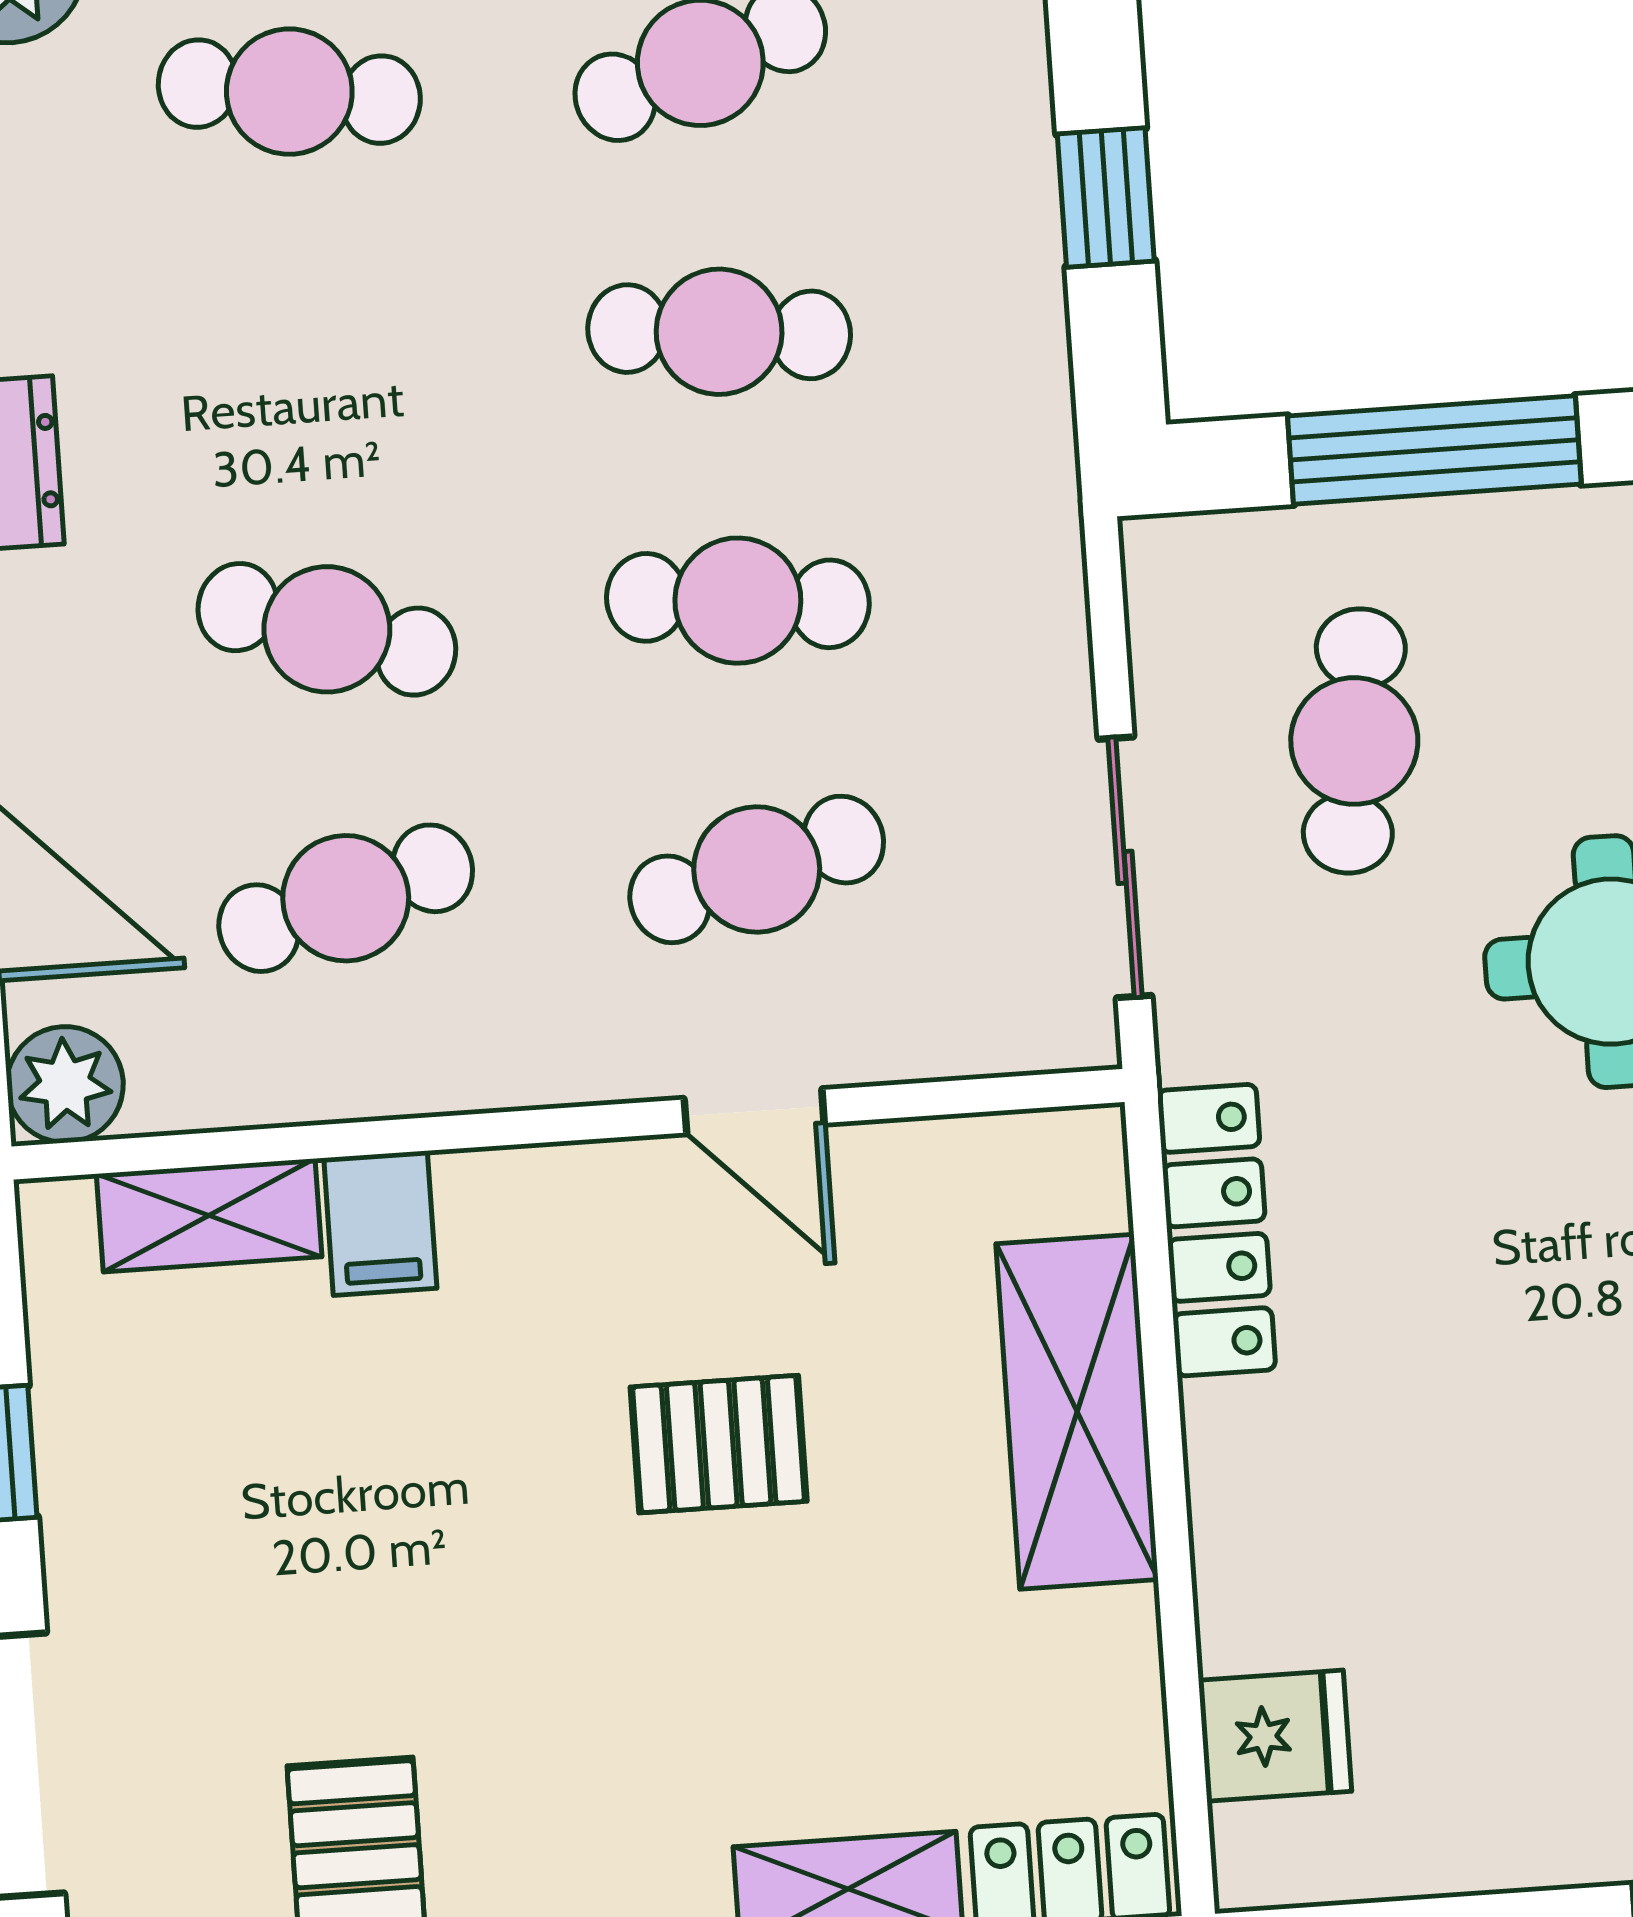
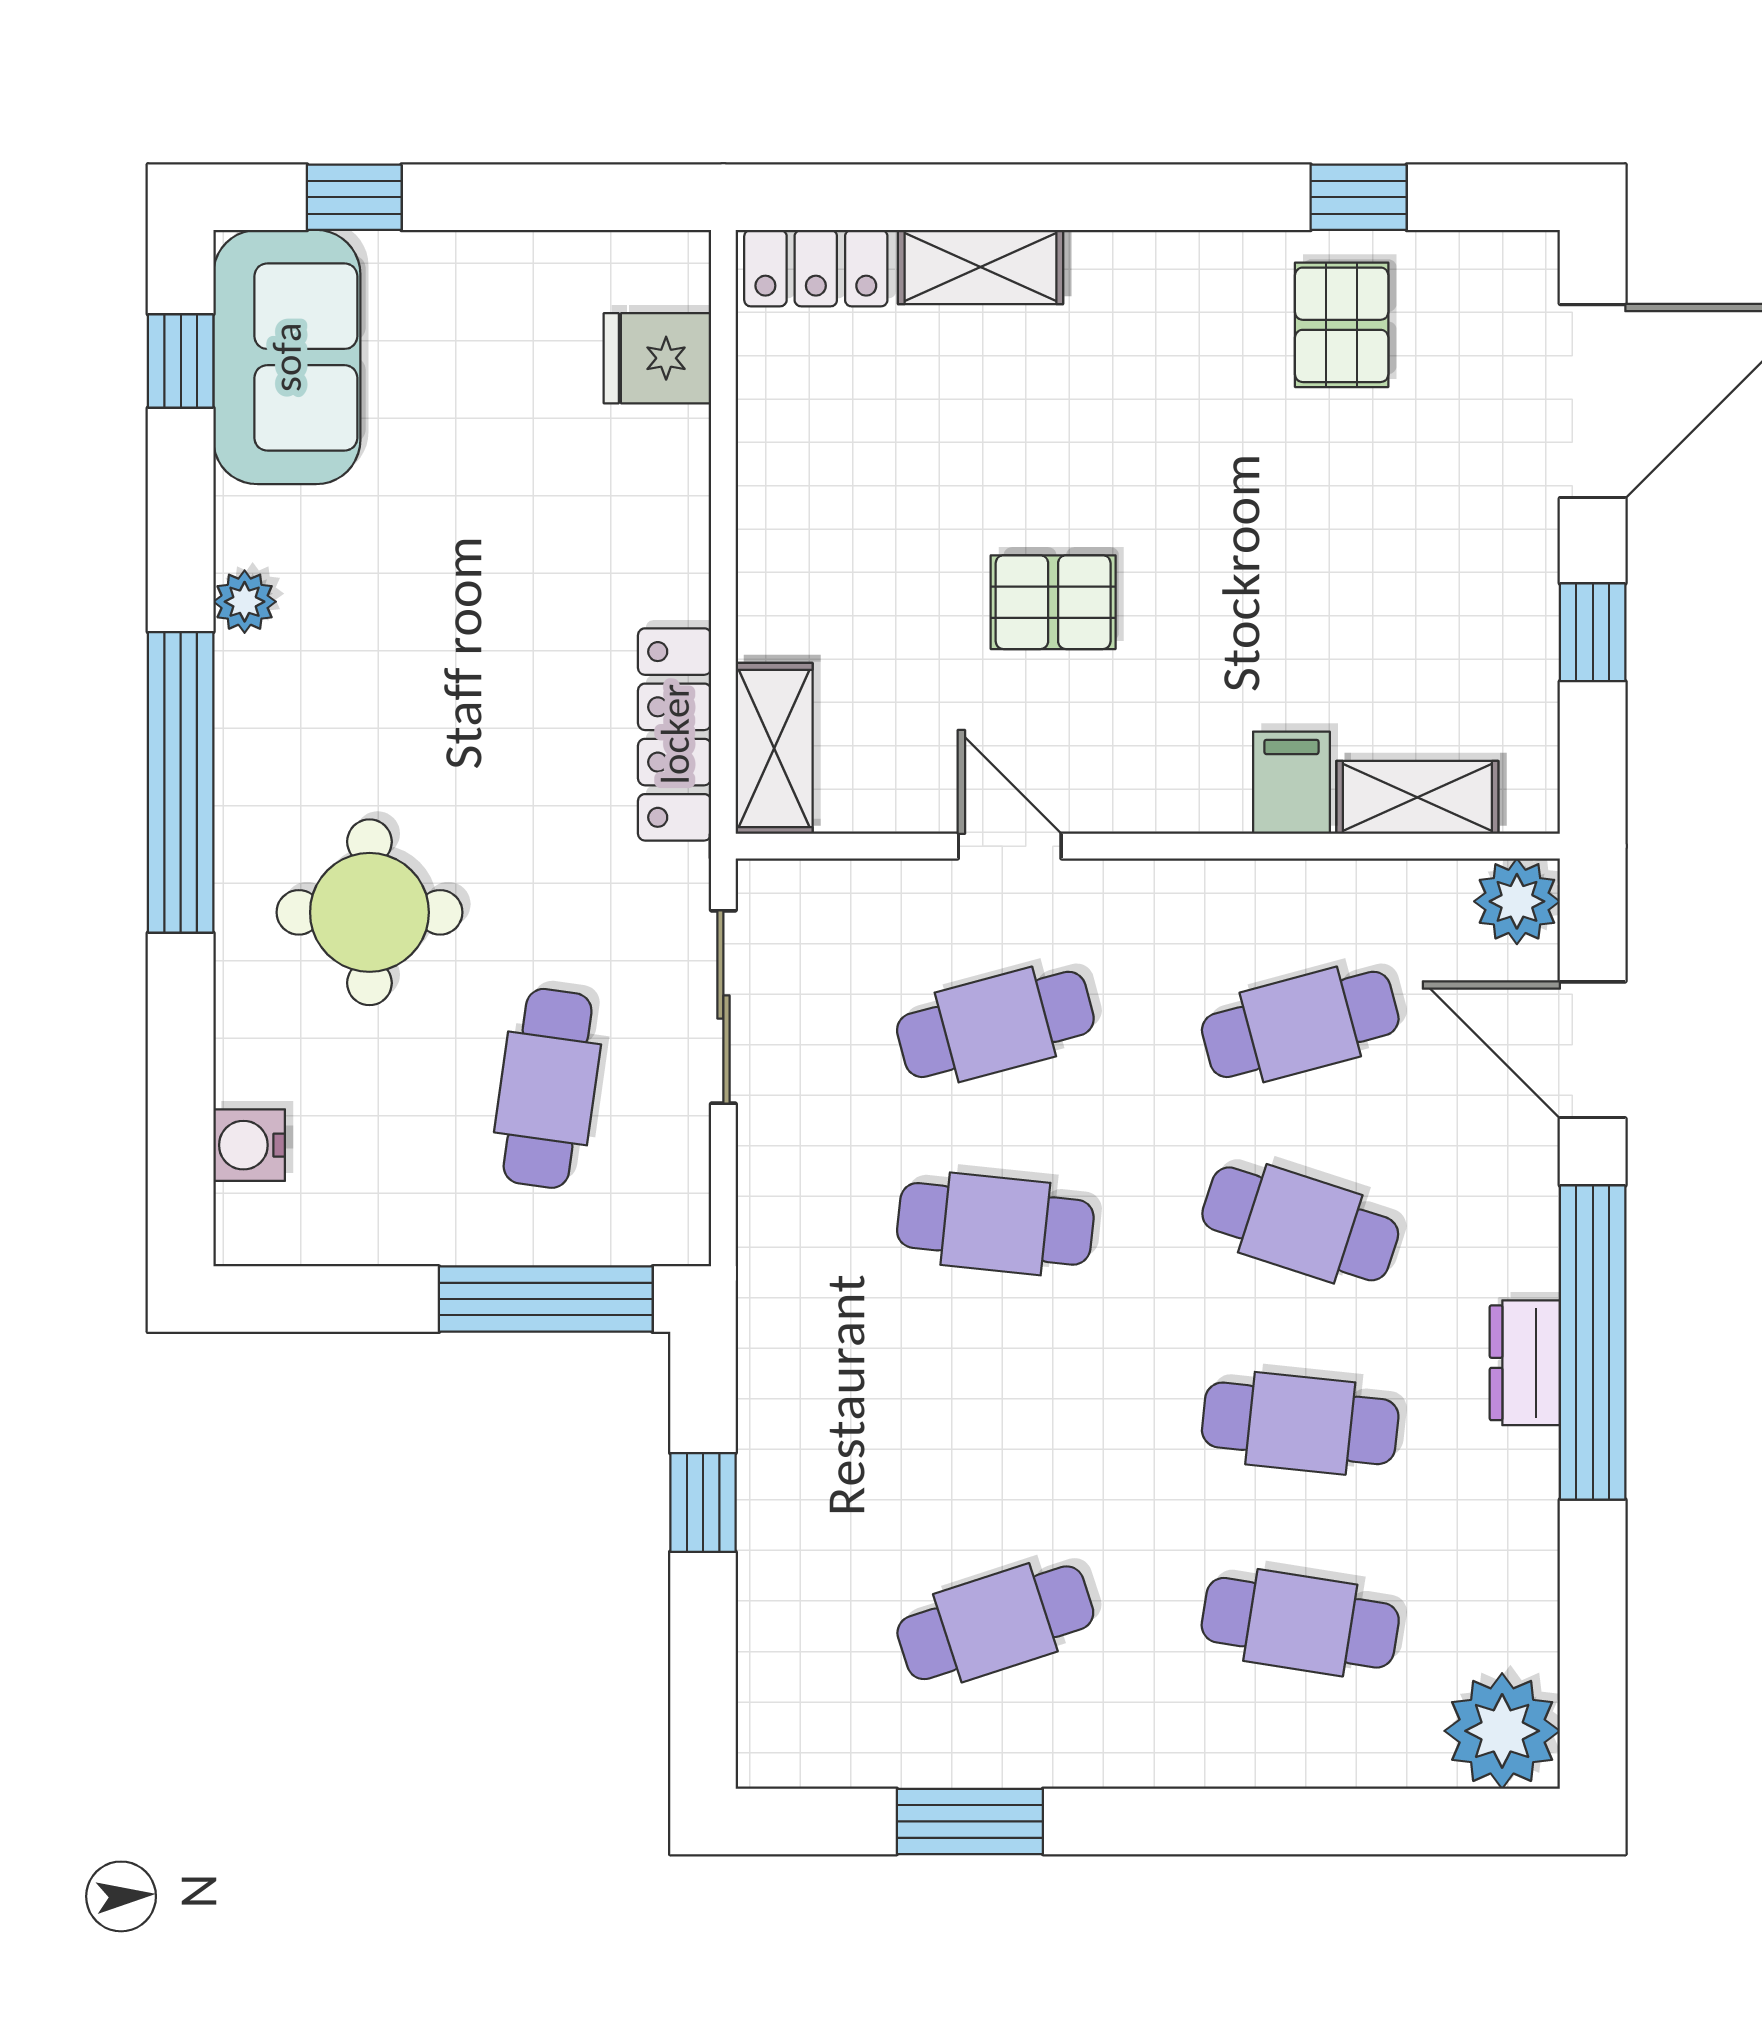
cafe table: (719, 332) -> (1300, 1423), moved
window: (1434, 450) -> (546, 1299), moved
shelving: (1077, 1412) -> (774, 748), moved, width x0.67, depth x0.75

